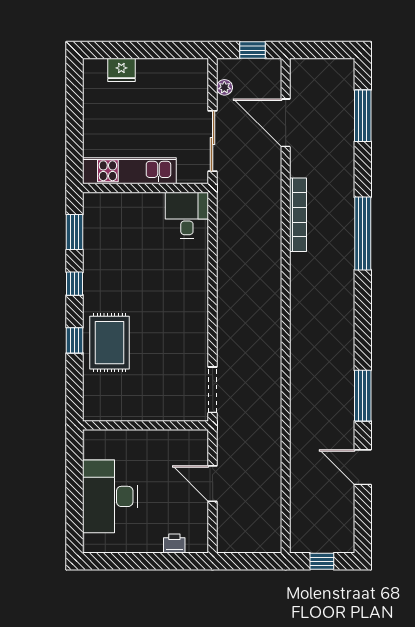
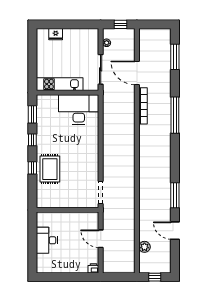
door: (286, 123) -> (137, 73), moved
desk: (187, 215) -> (79, 110), width x1.87, depth x1.30
desk: (110, 496) -> (47, 240), width x0.73, depth x0.77
plant: (301, 500) -> (144, 247), added
printer: (174, 544) -> (93, 268), moved

